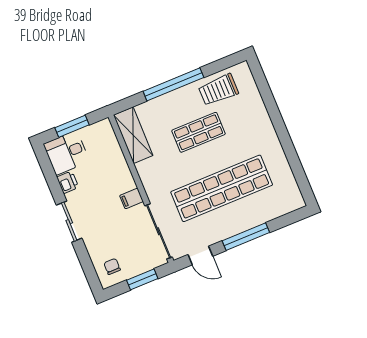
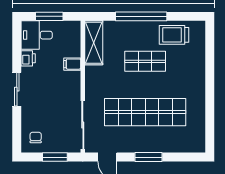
filing cabinet: (131, 198) -> (72, 64), moved
window: (246, 237) -> (149, 157), width x0.69

